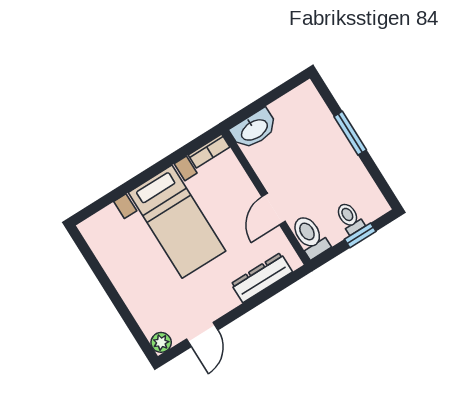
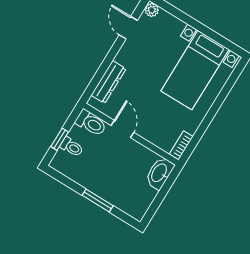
bed with nightstands: (177, 222) -> (195, 70), moved, turned -90

